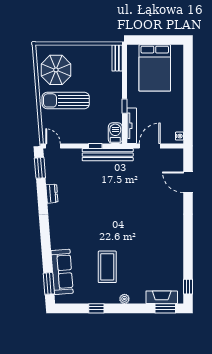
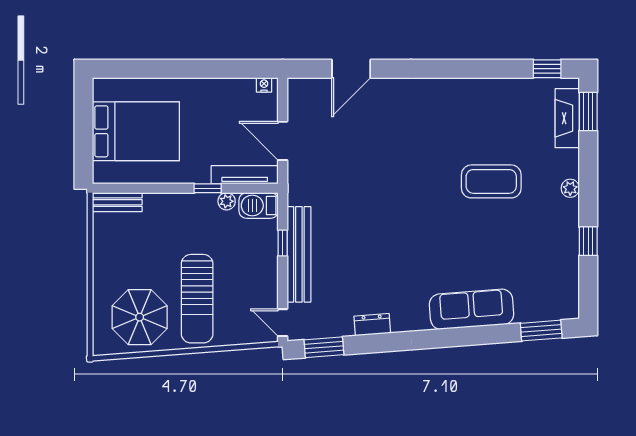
plant: (118, 116) -> (227, 201), added
door: (53, 146) -> (283, 323), hinge flipped
bench: (108, 155) -> (299, 254), moved
coffee table: (107, 267) -> (491, 181), moved
sofa: (62, 272) -> (472, 309), moved

